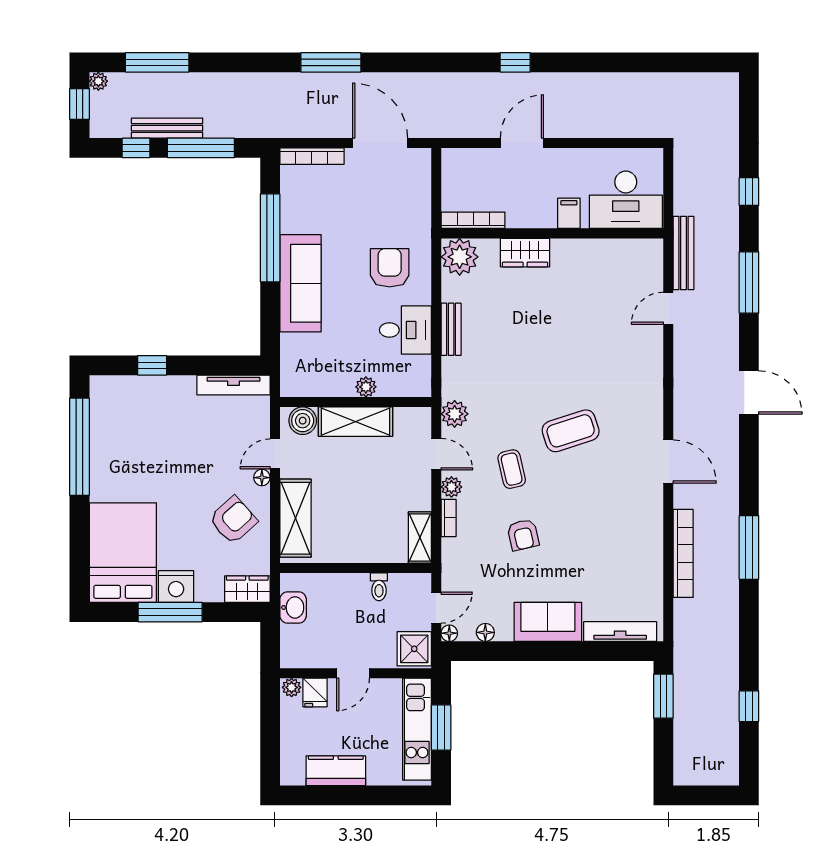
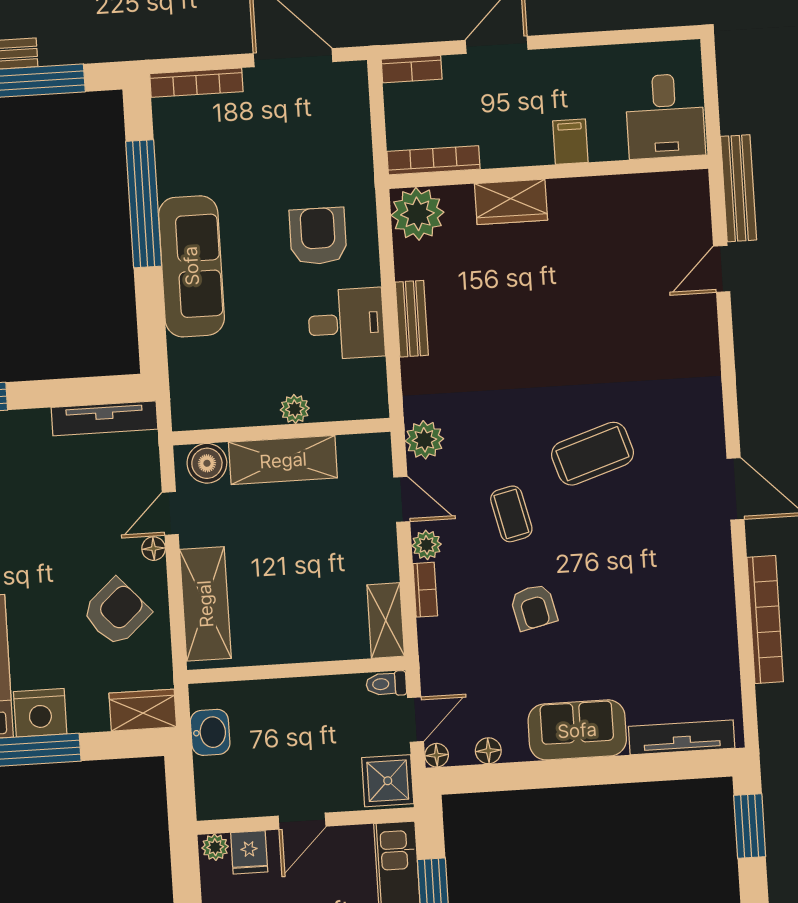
bookcase: (462, 156) -> (412, 69), added
desk: (626, 200) -> (665, 116), width x0.73
toilet: (379, 587) -> (386, 684), moved, turned 90

